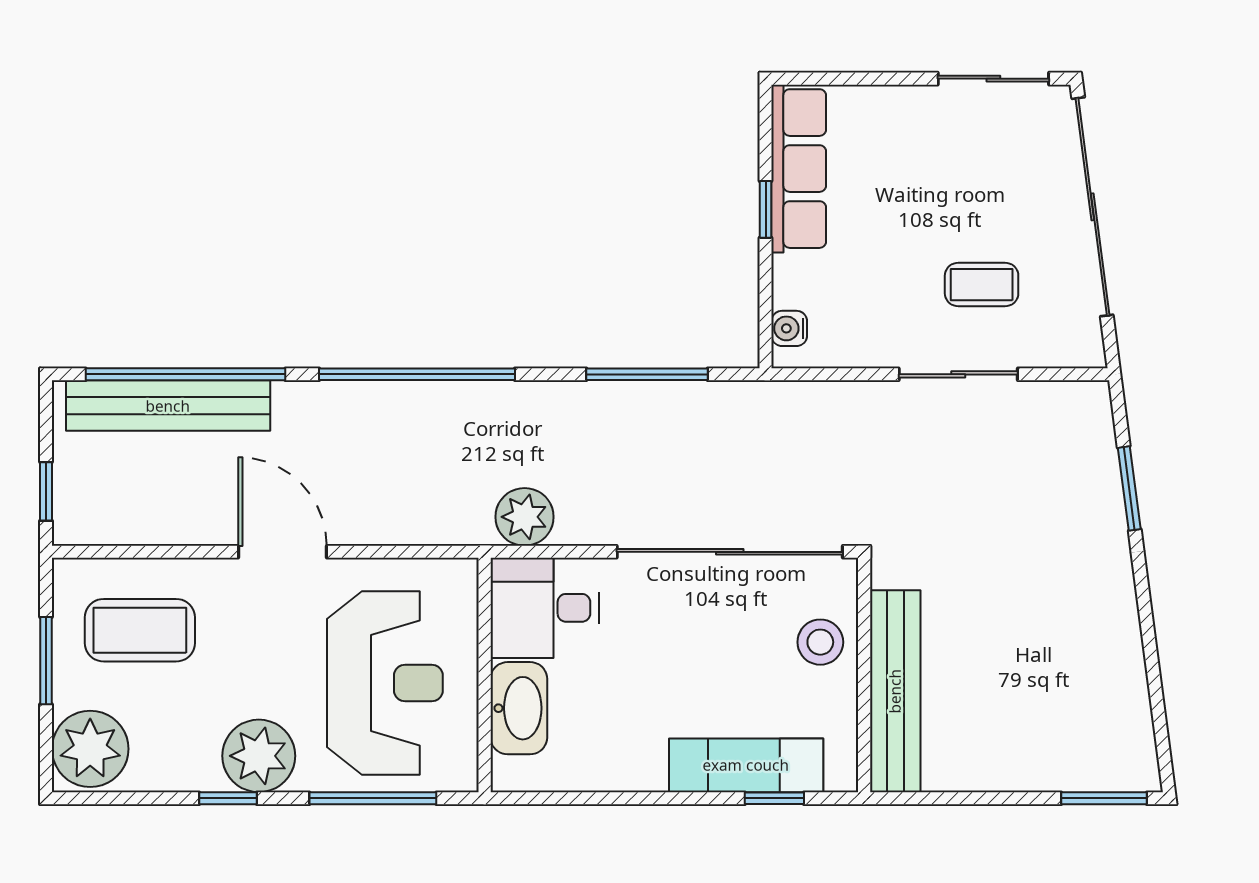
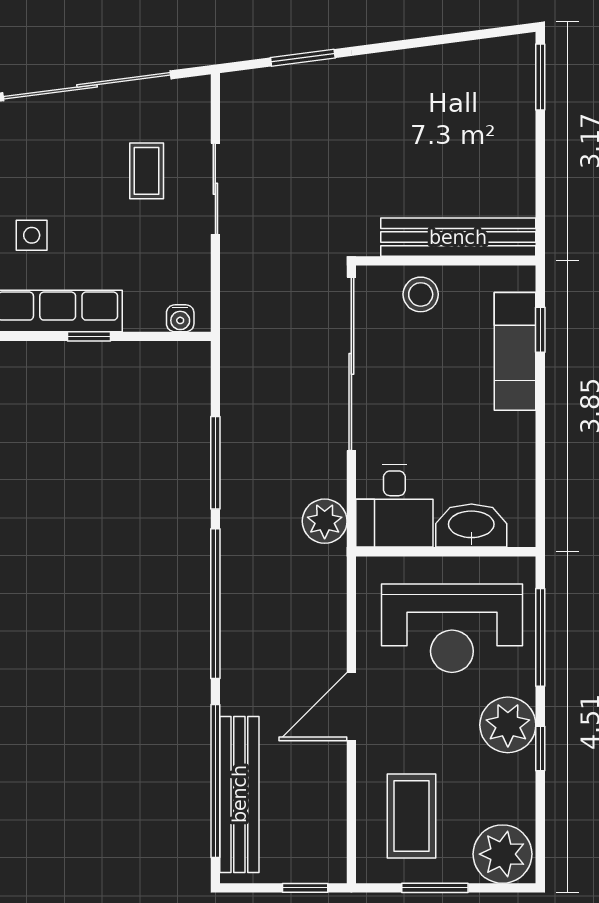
side table: (898, 135) -> (32, 235), added
window: (647, 374) -> (215, 463), moved
reception desk: (385, 683) -> (452, 628), turned 180

